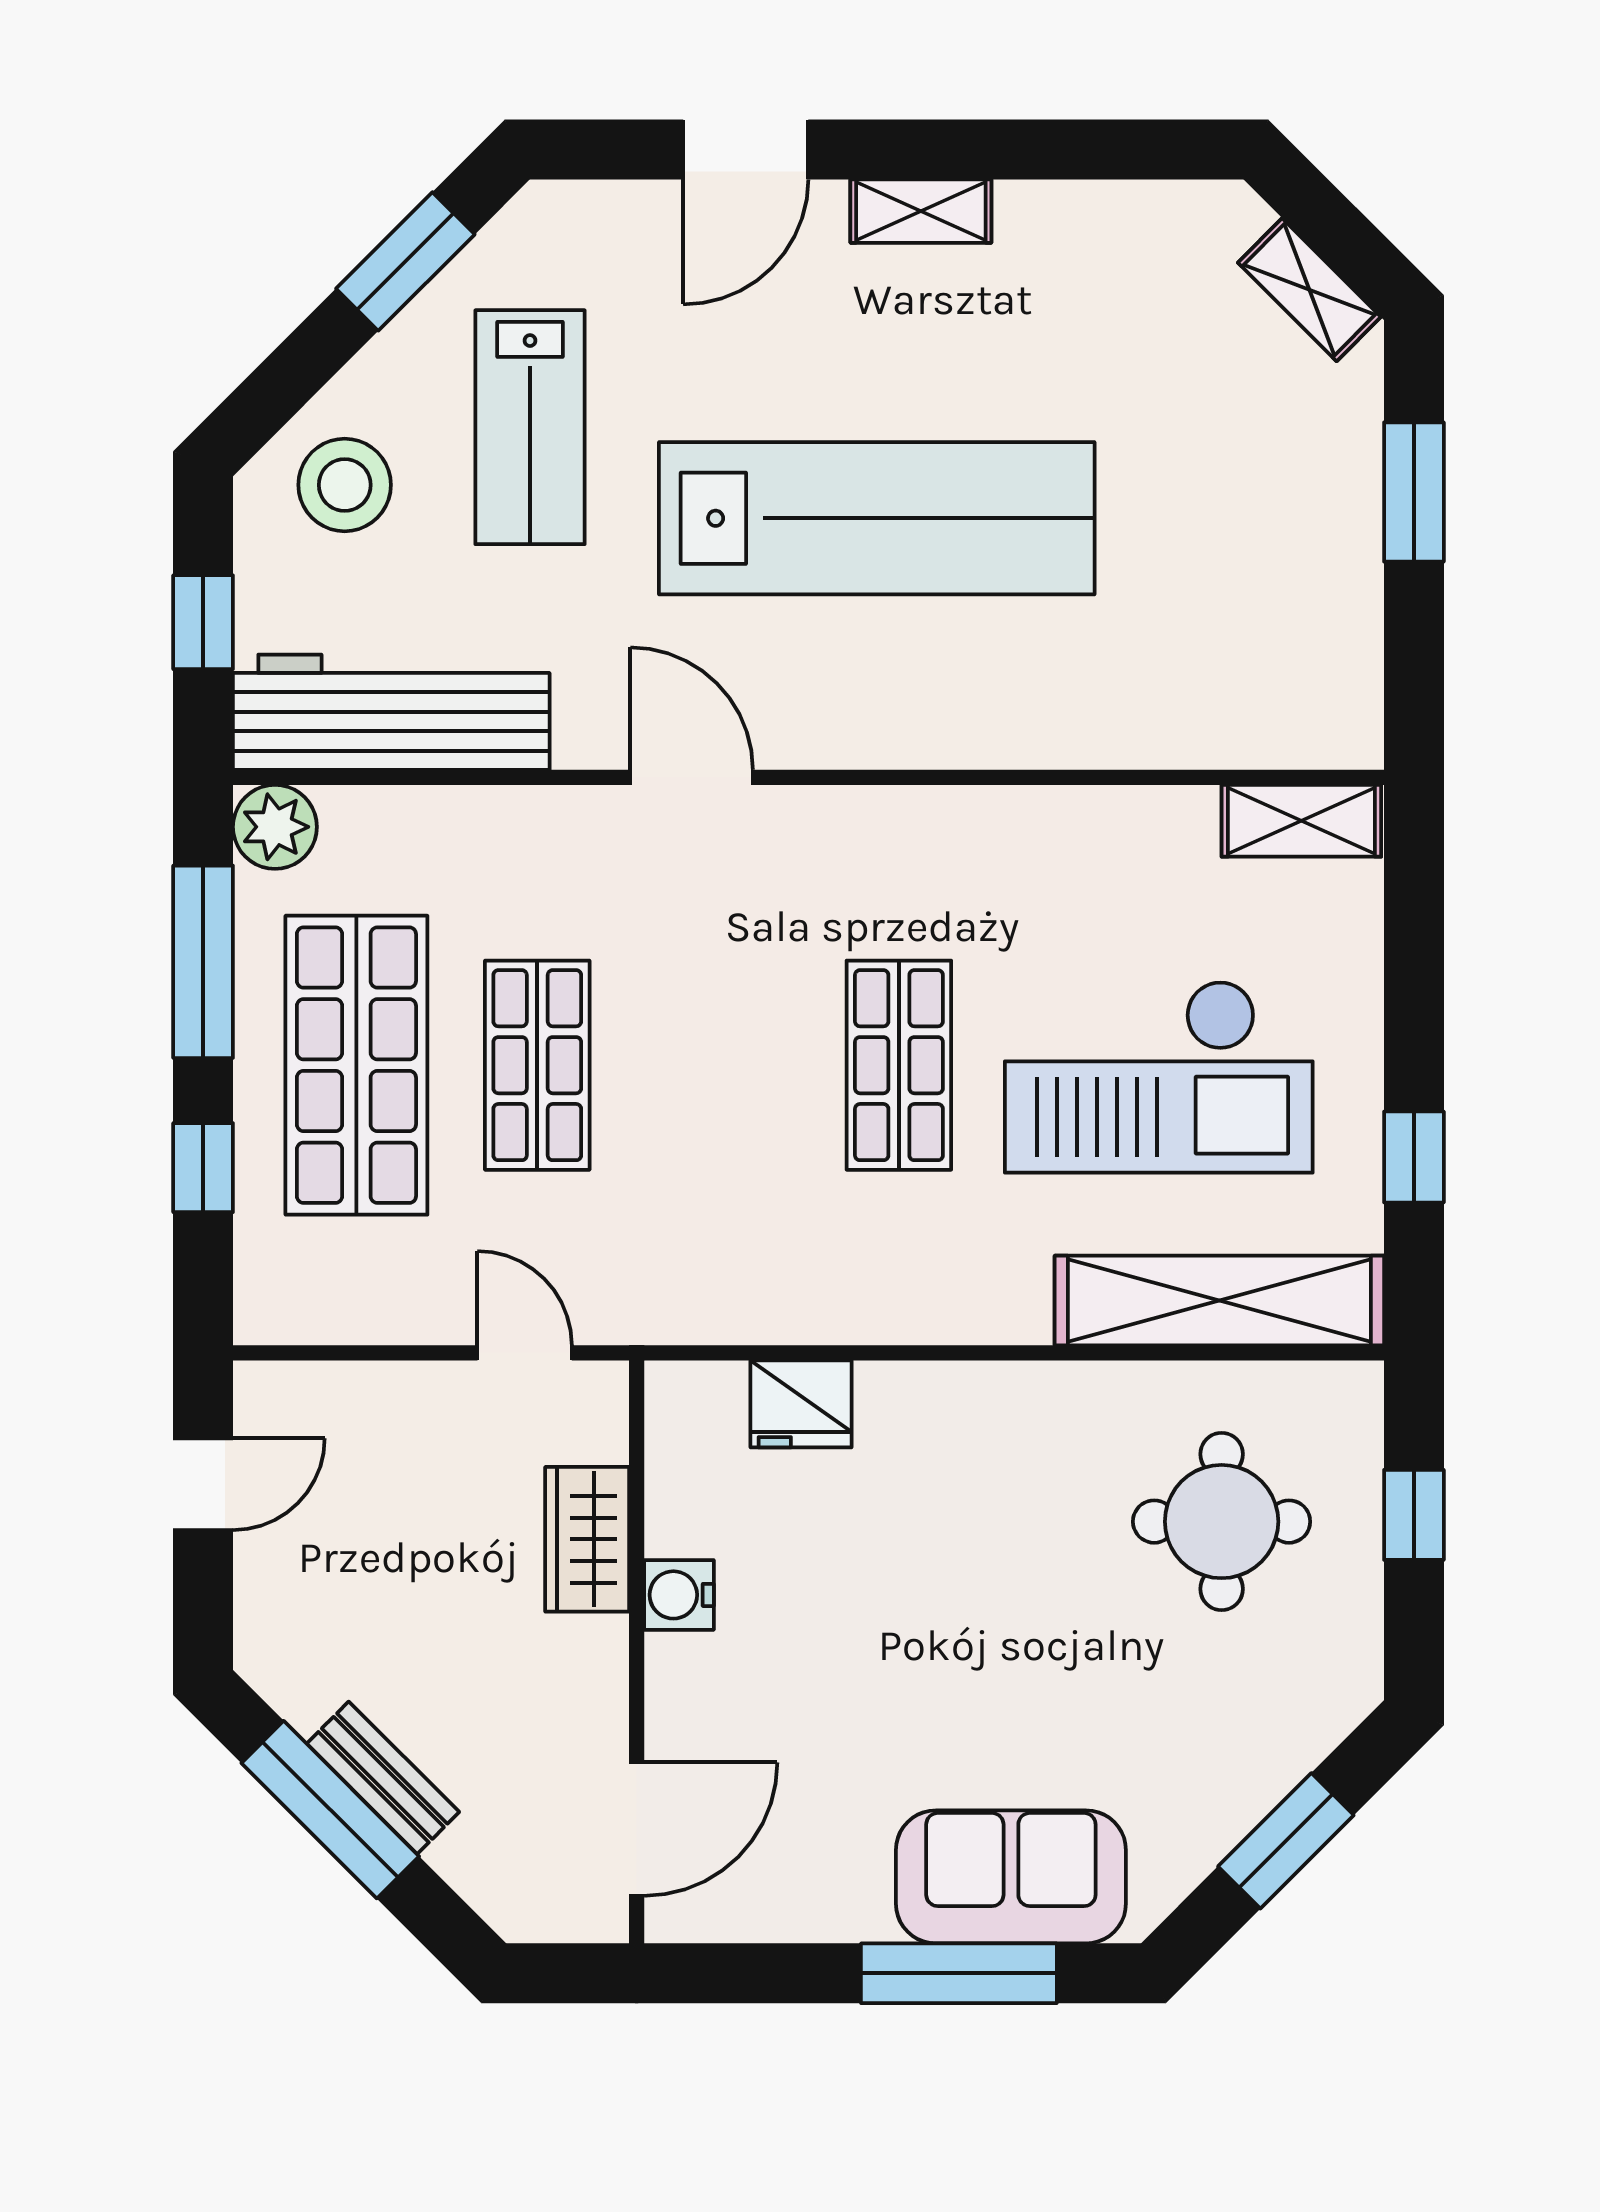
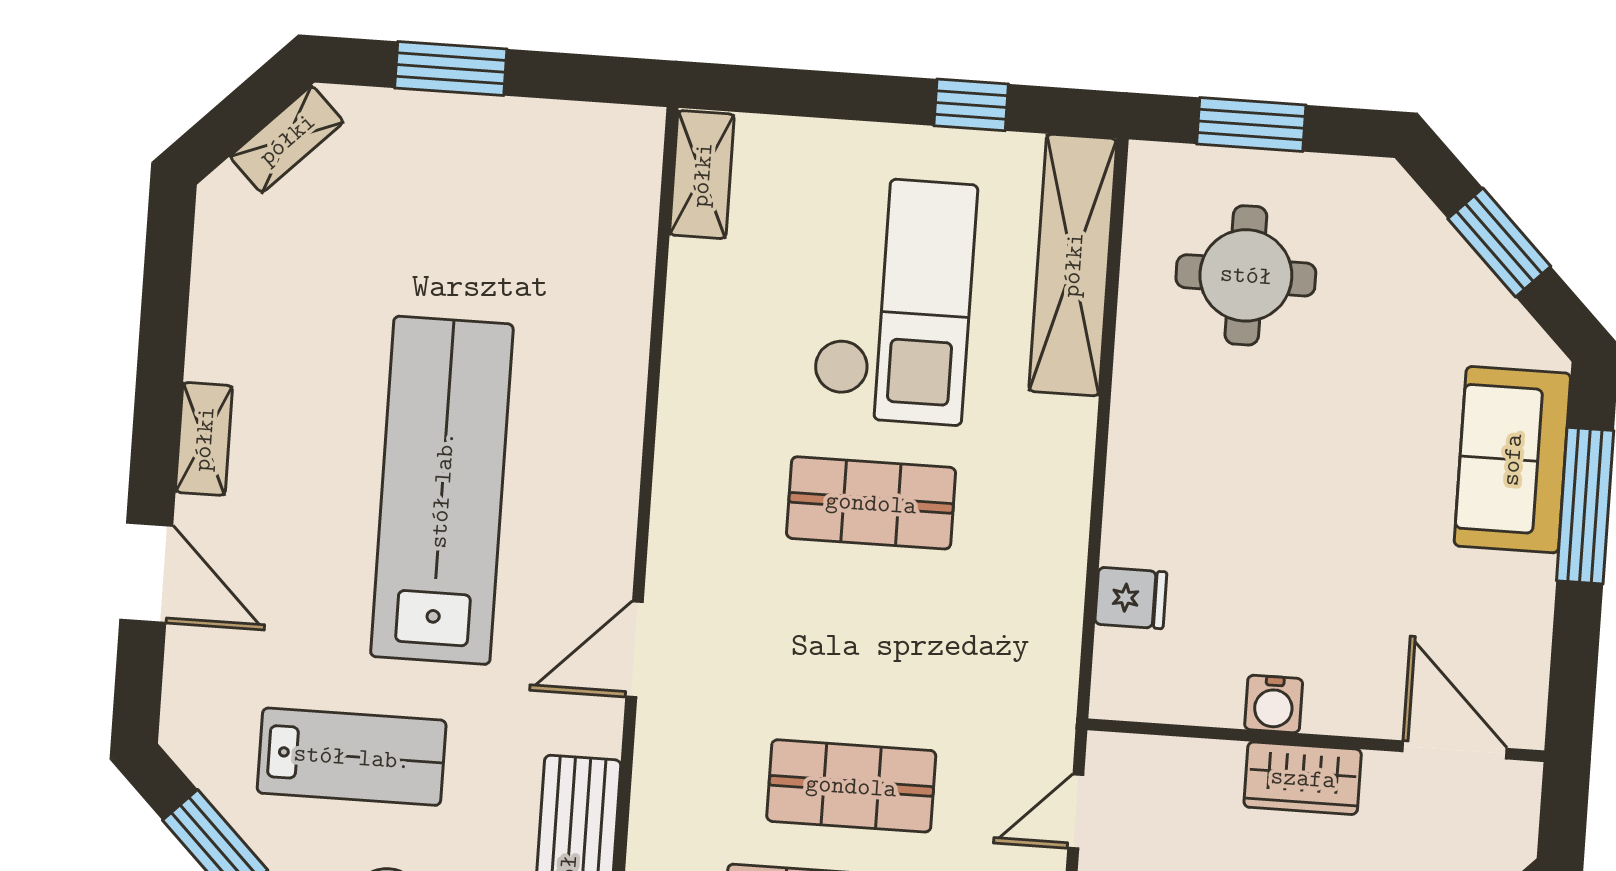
fridge: (801, 1404) -> (1131, 598), width x0.72
window: (1414, 1515) -> (1251, 124), width x1.50
wardrobe: (587, 1539) -> (1303, 778), moved

